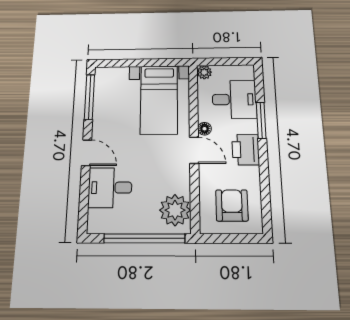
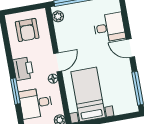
door: (194, 150) -> (58, 62), swing flipped
plant: (175, 210) -> (58, 16), width x0.53, depth x0.53

